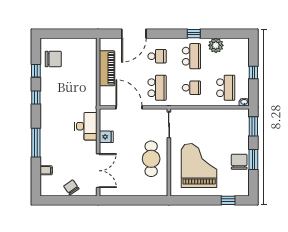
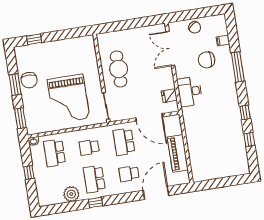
chair: (53, 59) -> (207, 60), moved
fridge: (106, 137) -> (169, 96), moved
grand piano: (199, 166) -> (68, 99), moved

